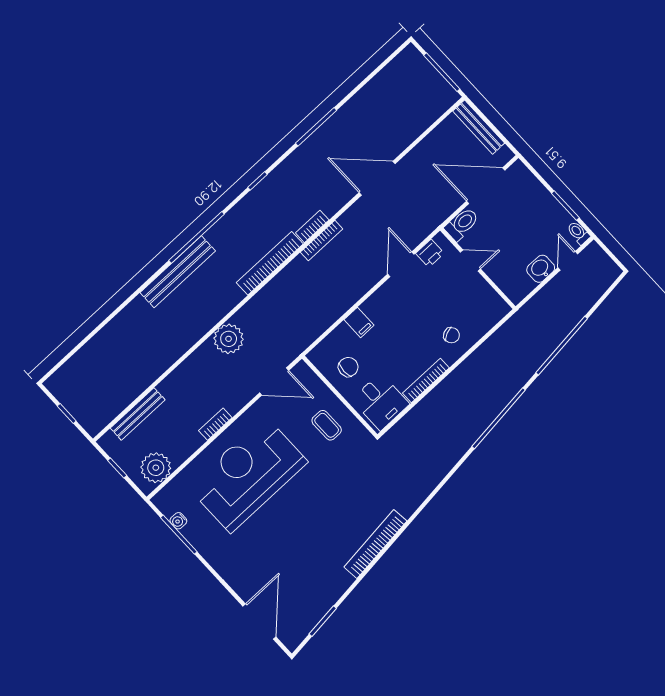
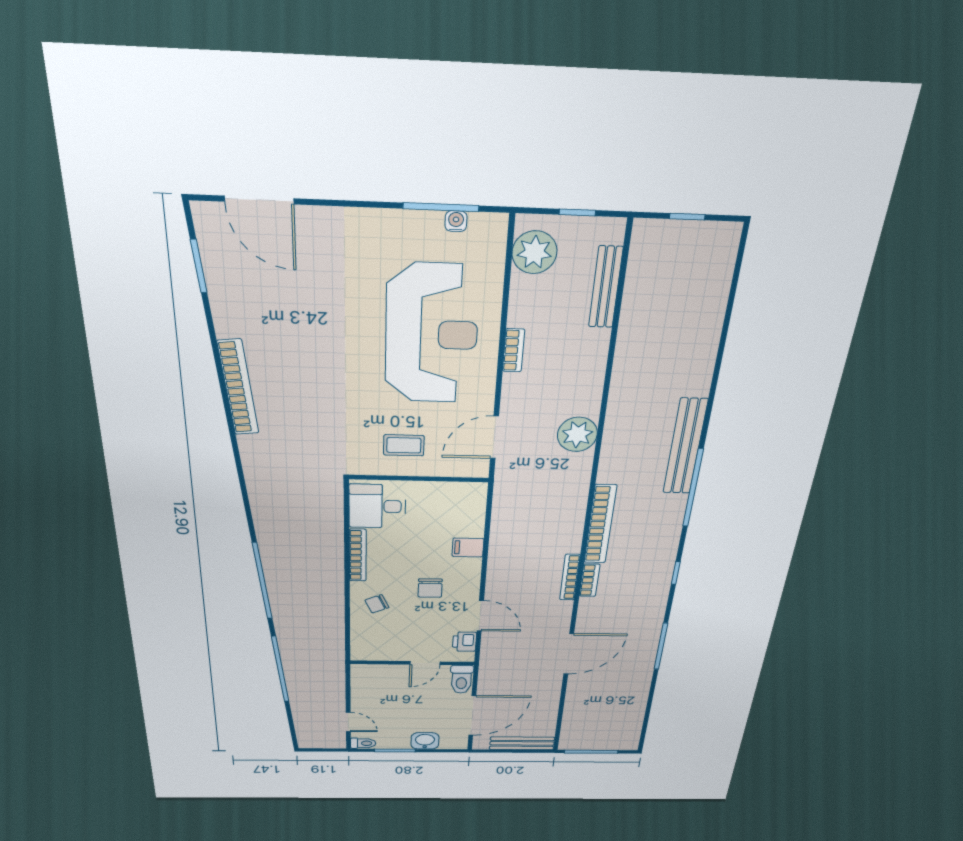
washbasin: (541, 269) -> (425, 741), moved, turned -90
chair: (348, 367) -> (430, 588), moved

